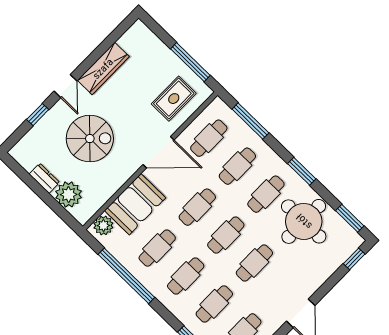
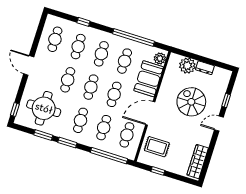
window: (190, 62) -> (158, 171), width x0.46
wardrobe: (103, 69) -> (198, 161), moved
door: (66, 86) -> (219, 124), hinge flipped
rug: (174, 99) -> (157, 147), turned 90
window: (250, 121) -> (109, 156), width x1.46
spiral stairs: (90, 139) -> (191, 102), turned 90
window: (350, 218) -> (43, 135), moved
round table: (304, 221) -> (44, 108), moved

